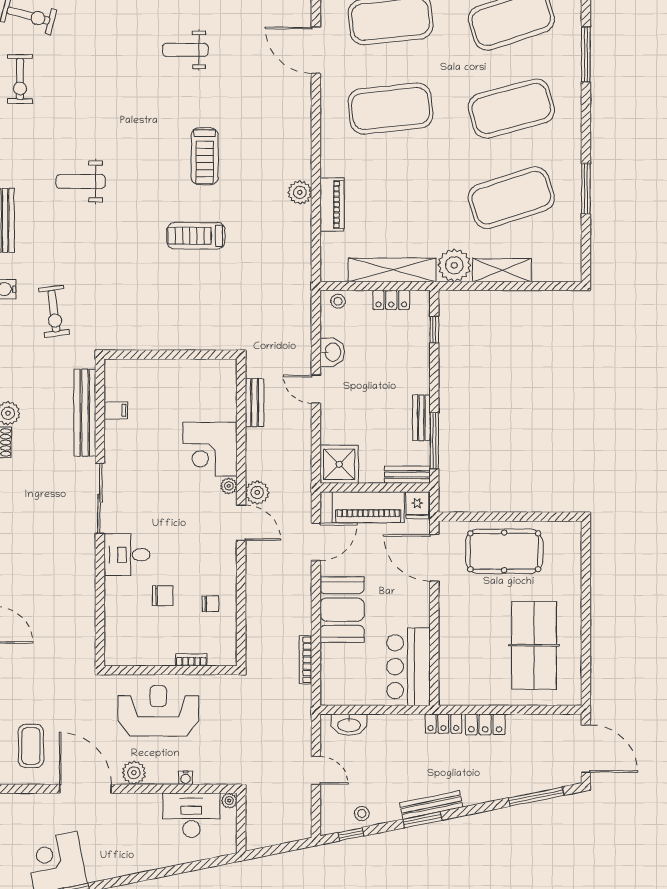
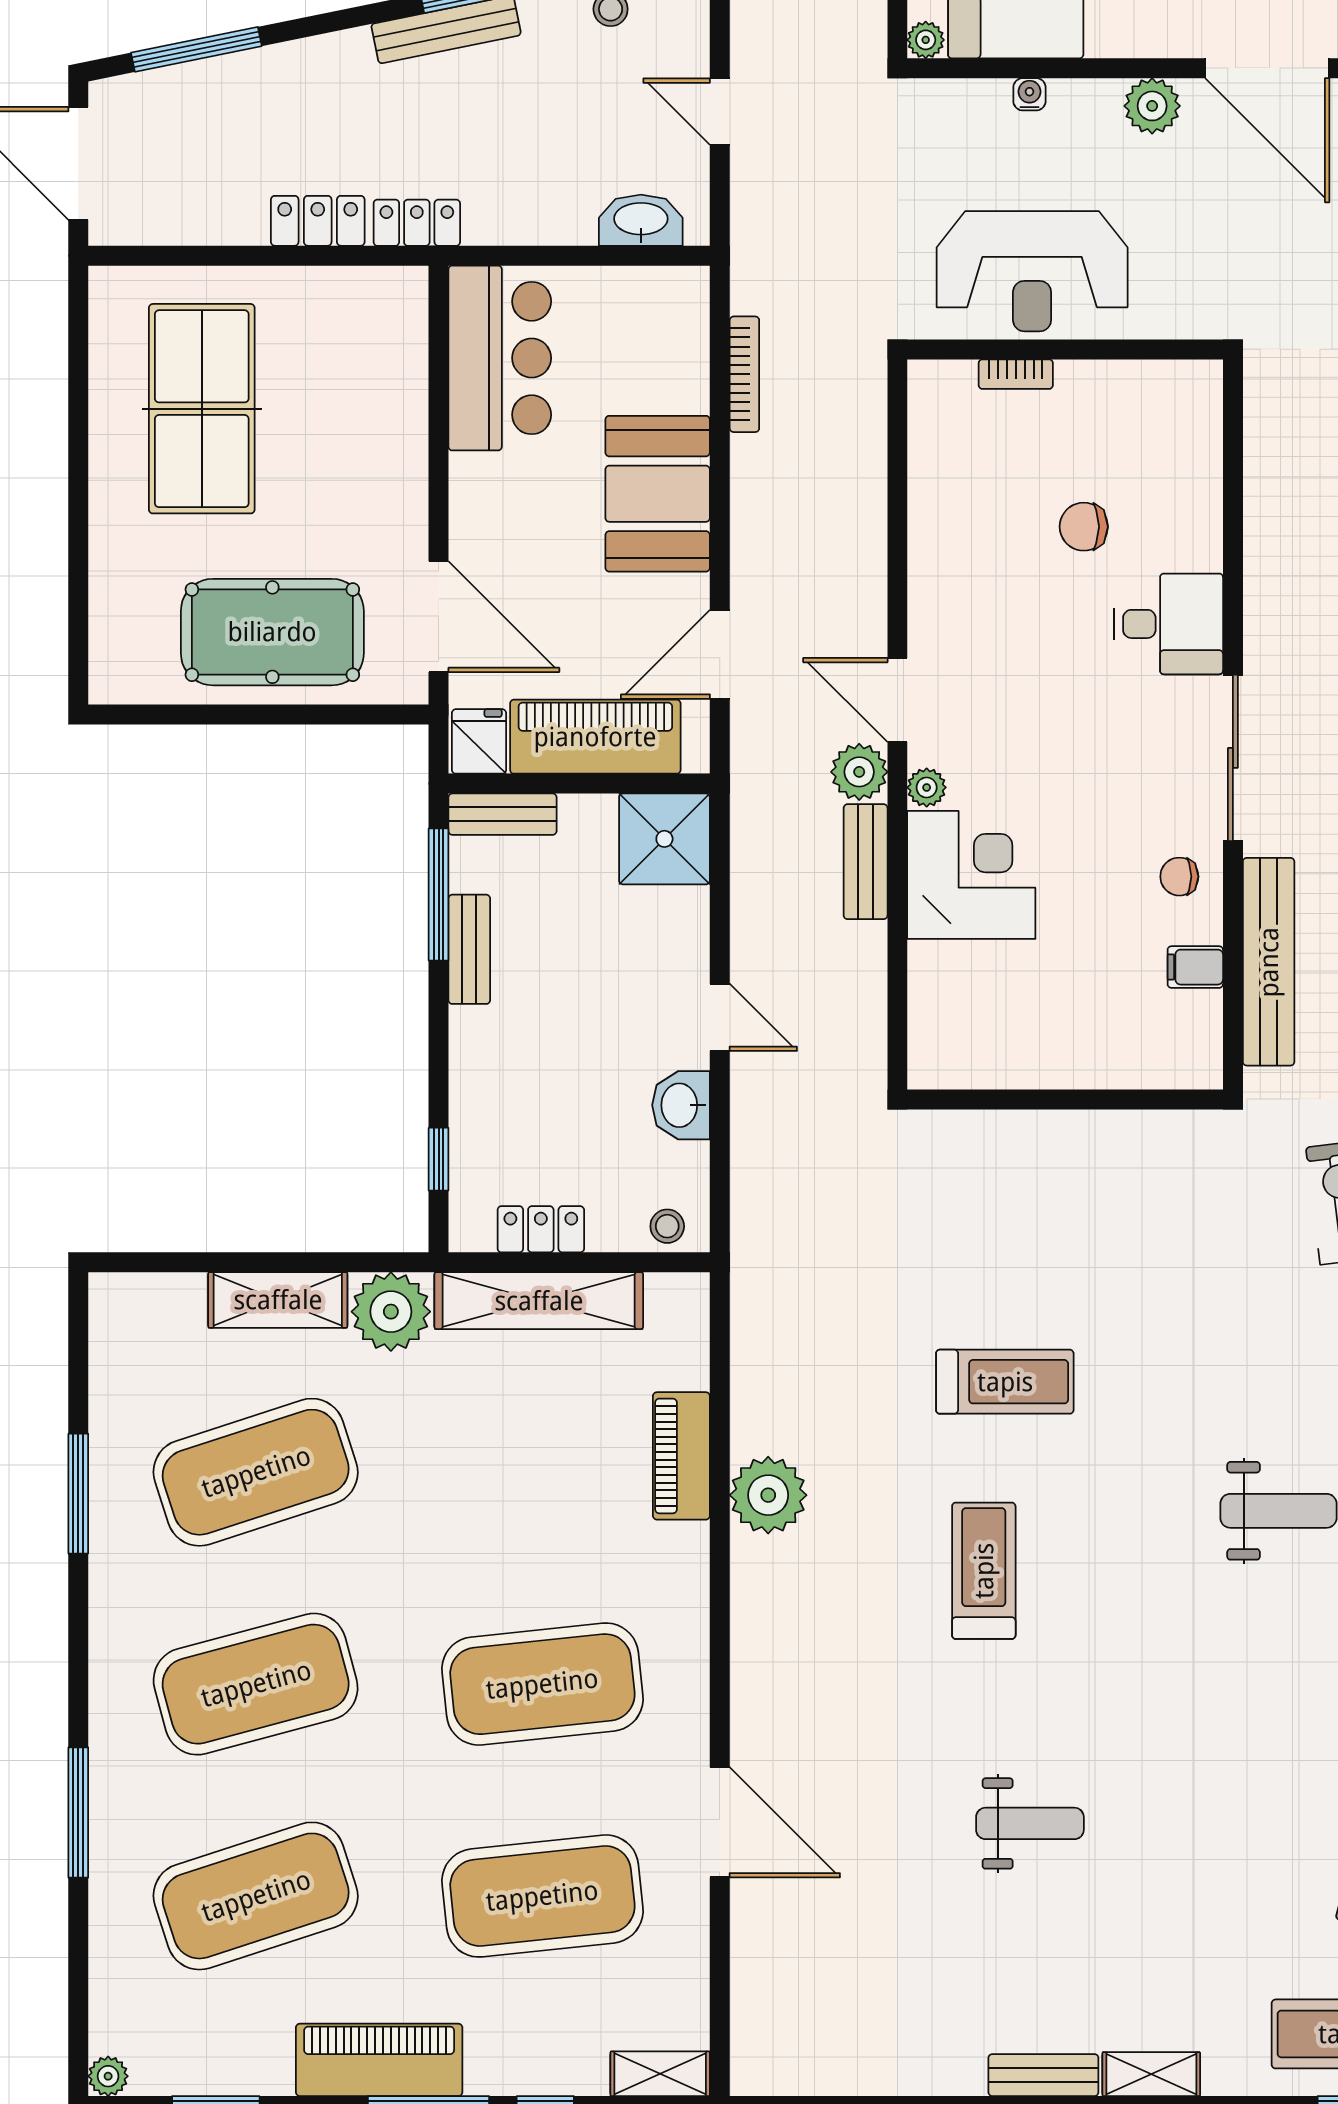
plant: (300, 192) -> (768, 1495), width x1.36, depth x1.36
bench: (255, 403) -> (866, 862), moved
chair: (210, 604) -> (1179, 877), moved
reception desk: (158, 711) -> (1032, 271), moved

